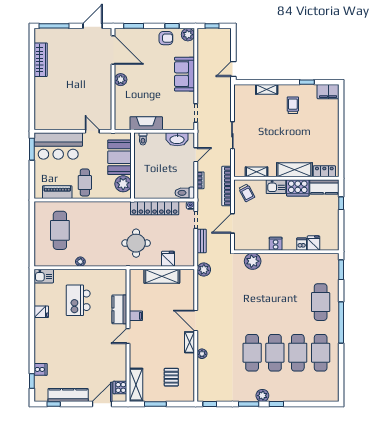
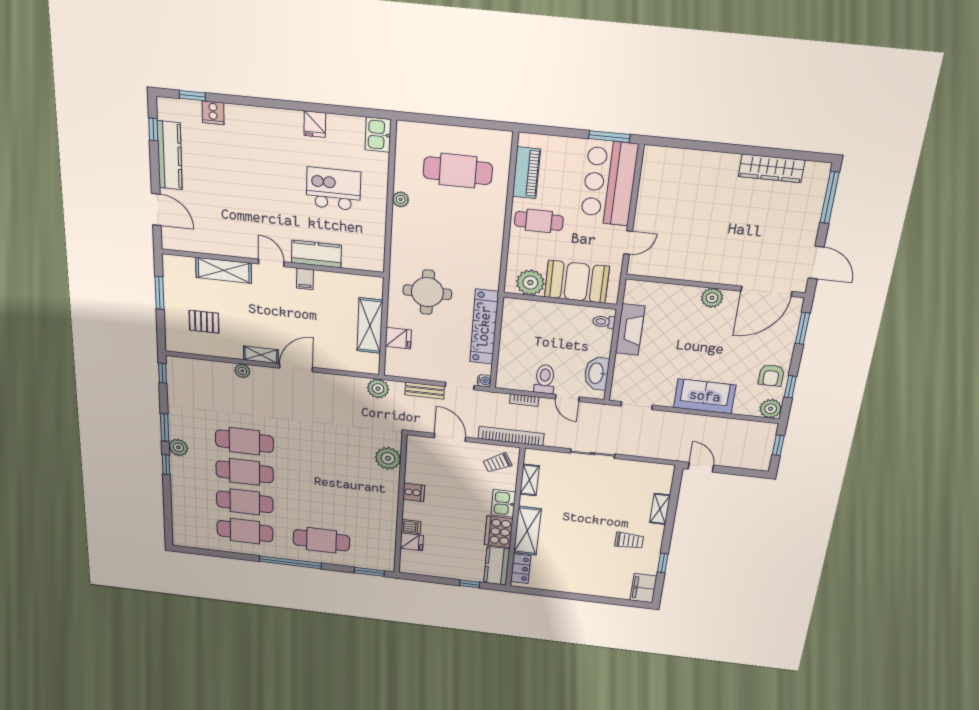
toilet: (185, 193) -> (545, 379), moved
shelving: (136, 385) -> (224, 270), moved
cooker: (120, 387) -> (185, 241), removed

